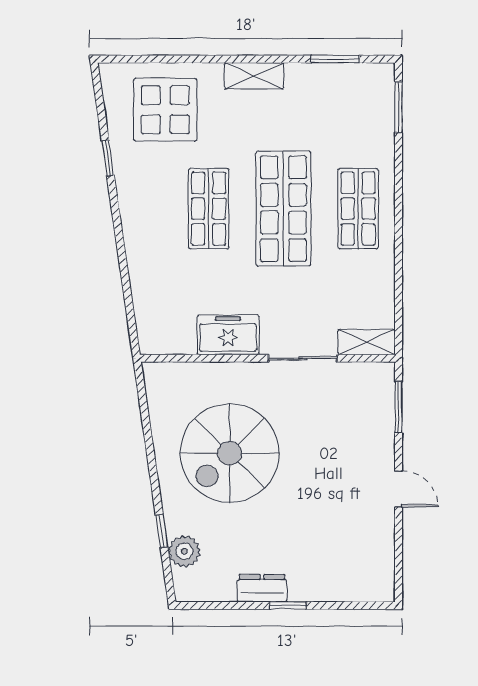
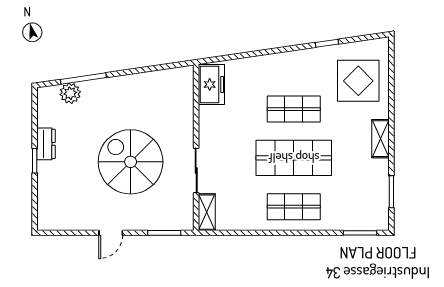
freezer: (228, 335) -> (211, 84), moved
spiral stairs: (230, 453) -> (131, 162), moved
window: (162, 531) -> (83, 78), width x2.17

